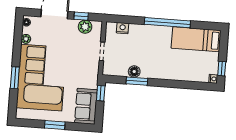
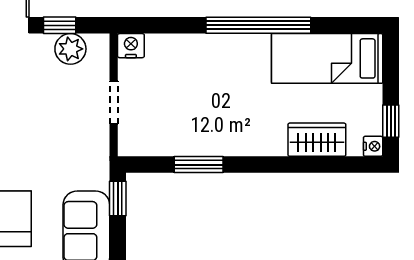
nightstand: (123, 28) -> (131, 46), moved
floor lamp: (134, 72) -> (191, 143), removed
wardrobe: (189, 74) -> (317, 140), added

